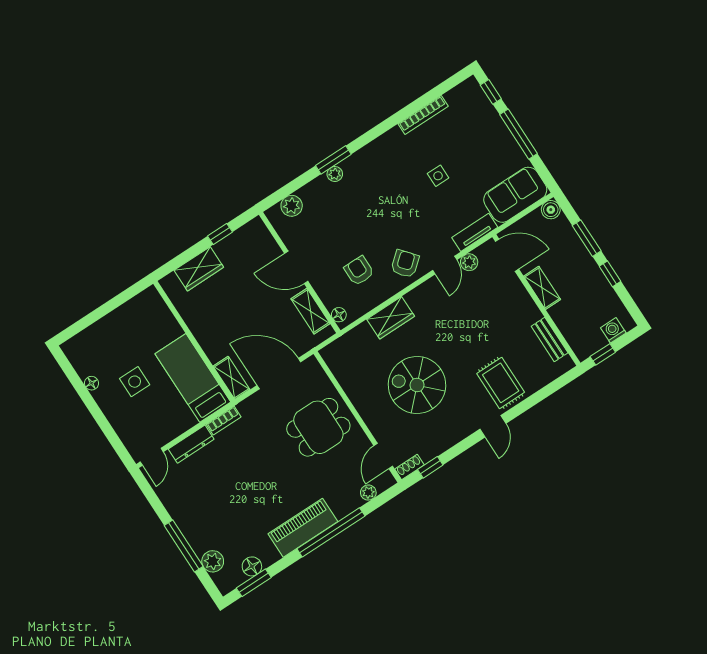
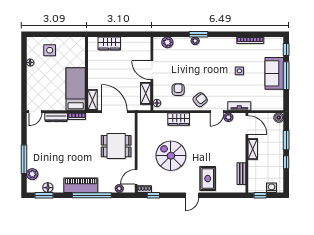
sofa: (515, 195) -> (274, 73), moved, turned -90
window: (220, 234) -> (128, 34), removed
side table: (135, 382) -> (50, 50), moved

